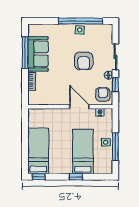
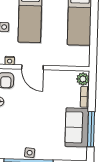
armchair: (84, 61) -> (26, 118), removed
plant: (34, 98) -> (83, 79), added

